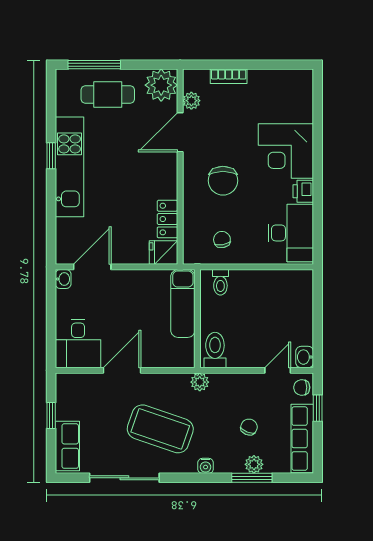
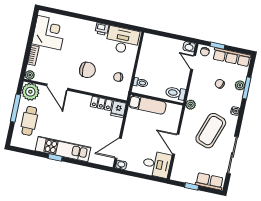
window: (94, 65) -> (16, 108), moved
plant: (191, 101) -> (30, 75), moved
corner desk: (286, 151) -> (49, 33), moved, turned -90
door: (92, 267) -> (118, 148), hinge flipped

